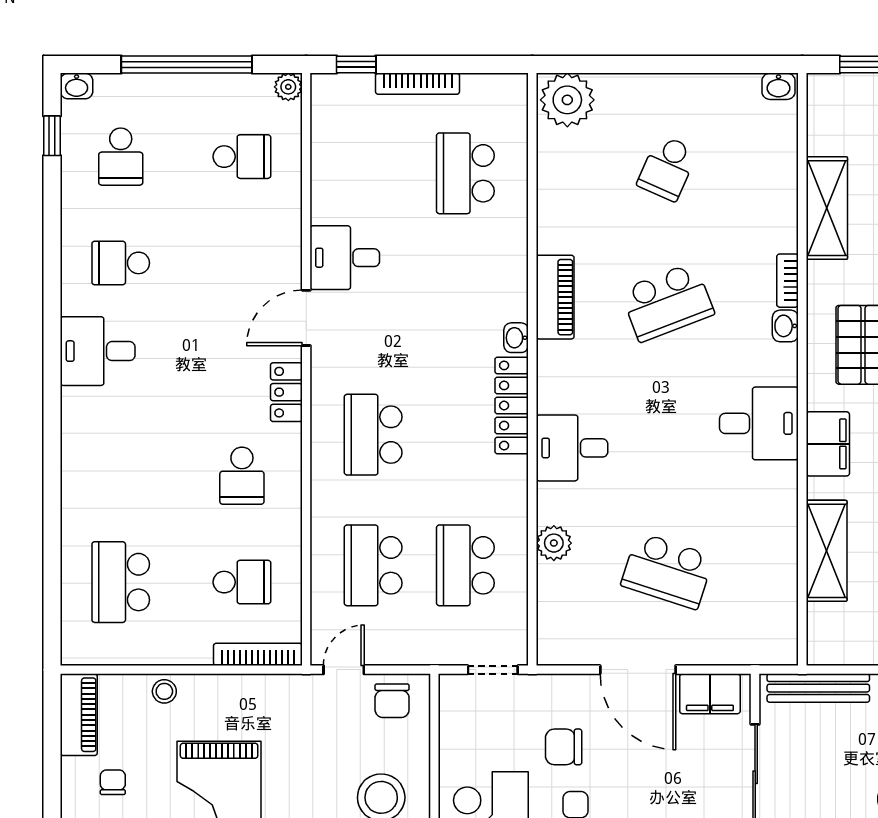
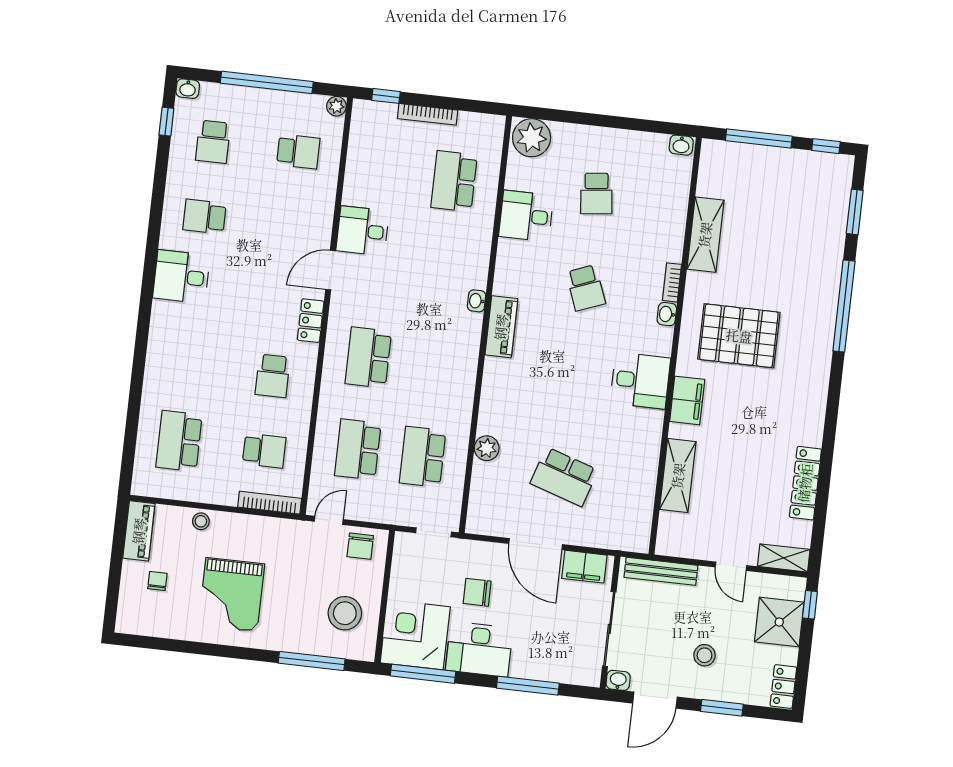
school desk: (667, 168) -> (596, 194), turned -30
piano: (555, 297) -> (501, 327), moved
school desk: (667, 302) -> (586, 288), width x0.54
locker: (512, 405) -> (468, 348), removed
desk: (572, 448) -> (526, 216), moved

